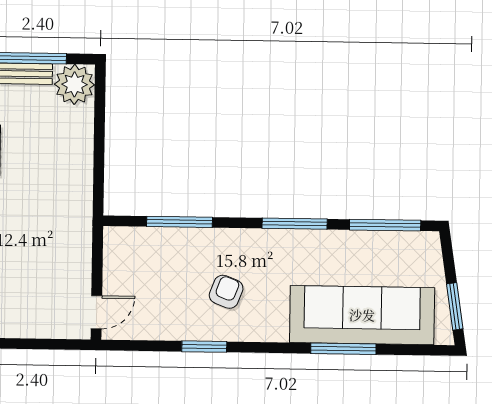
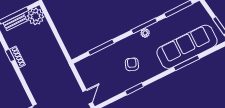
plant: (289, 240) -> (145, 33), added

